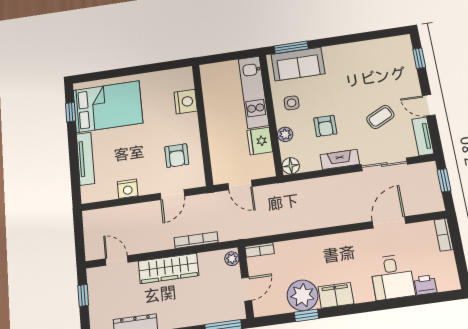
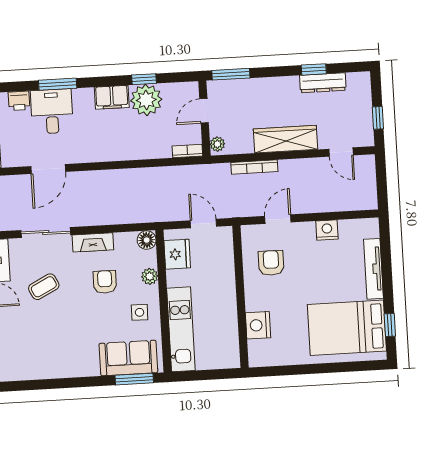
fridge: (260, 141) -> (177, 254), moved
window: (390, 304) -> (58, 84), added

